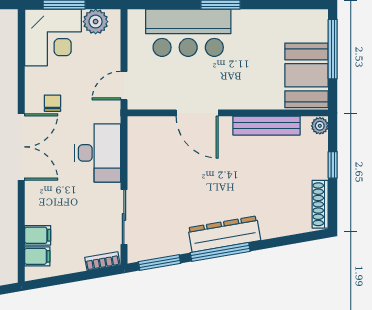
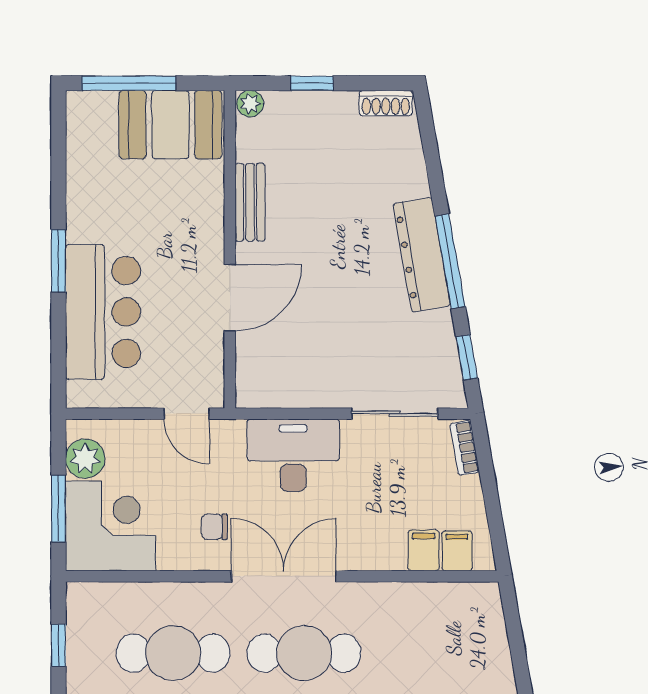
bench: (266, 126) -> (250, 202), width x0.73
shoe rack: (320, 204) -> (386, 103), width x0.70
window: (160, 263) -> (467, 357), width x0.67

